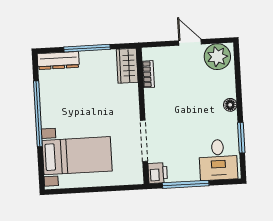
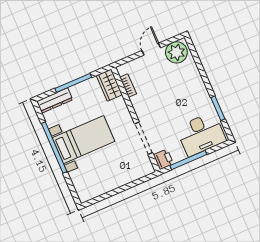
door: (190, 42) -> (151, 49), hinge flipped
floor lamp: (230, 105) -> (200, 86), removed
bed with nightstands: (77, 156) -> (84, 140), moved
desk: (218, 160) -> (201, 134), width x1.37

